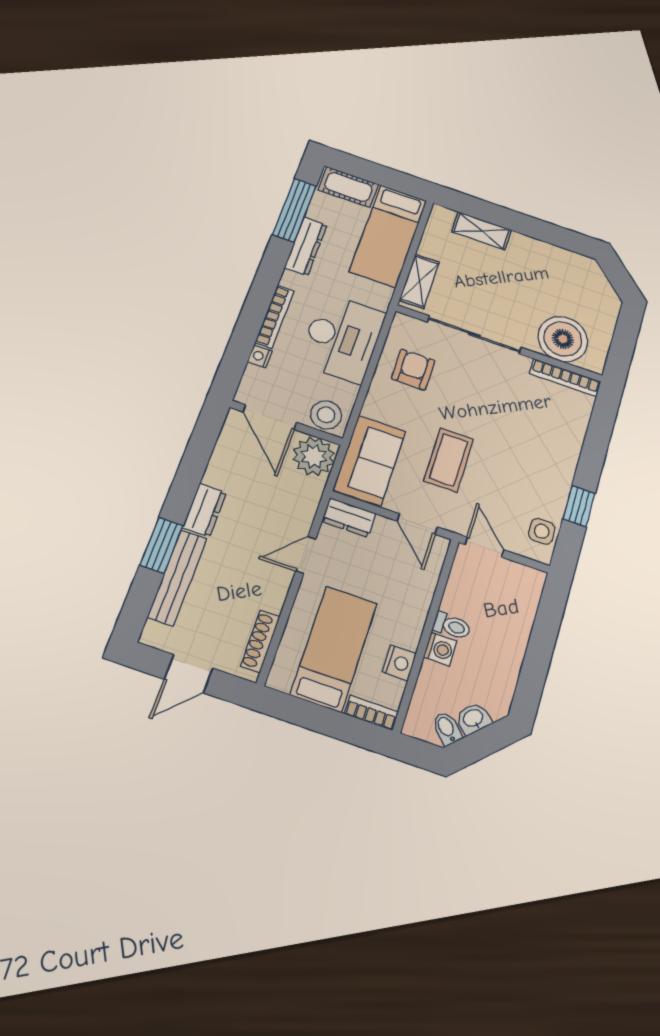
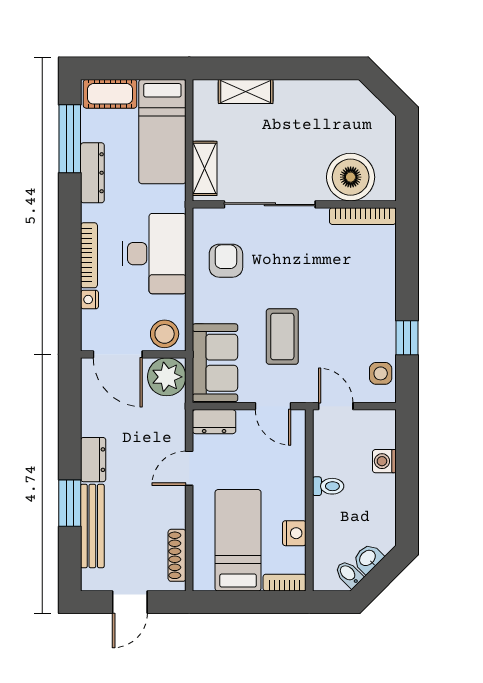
washing machine: (440, 649) -> (384, 461), moved, turned 180

